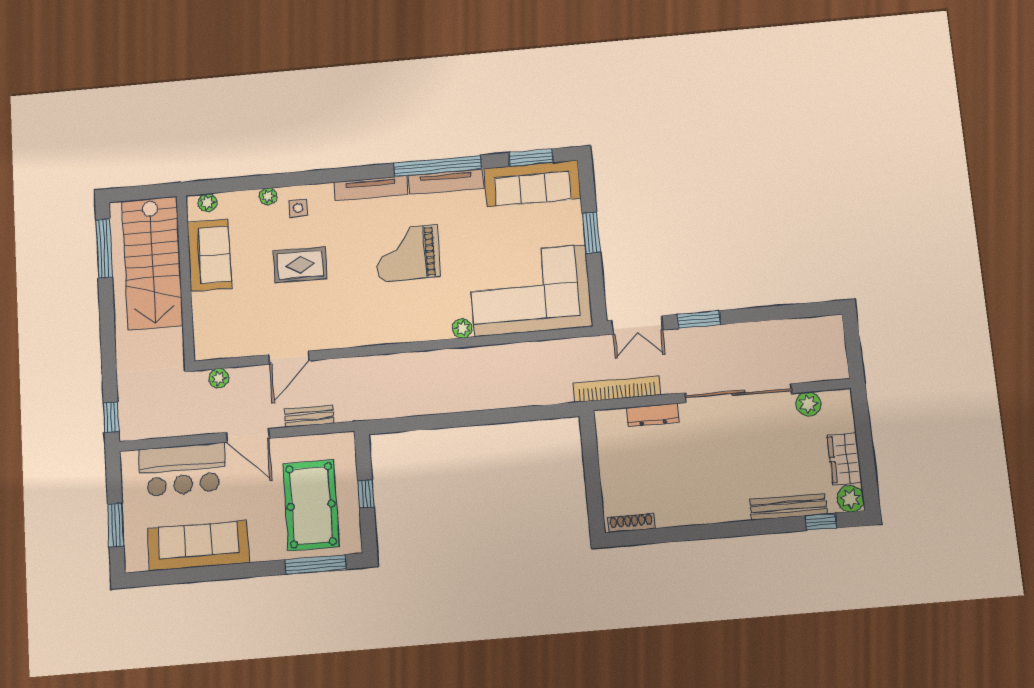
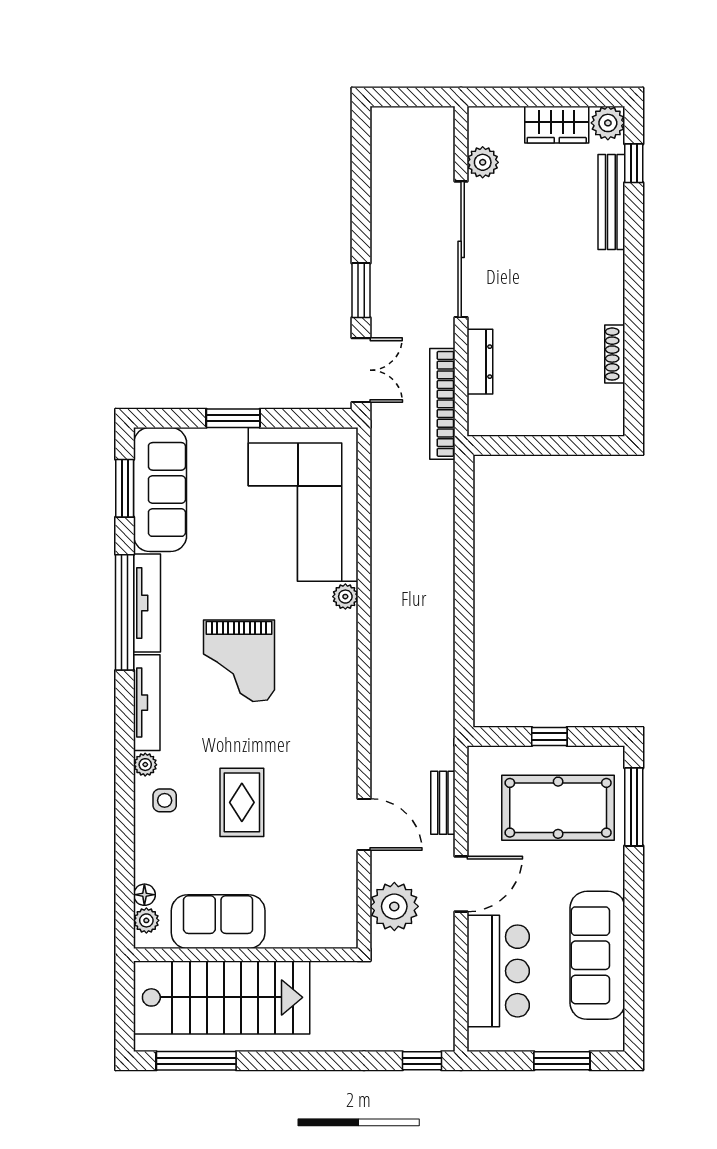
plant: (268, 196) -> (145, 765), moved
floor lamp: (227, 199) -> (144, 895), added
plant: (219, 378) -> (394, 906), width x1.88, depth x1.88
shoe rack: (631, 523) -> (615, 354), moved

